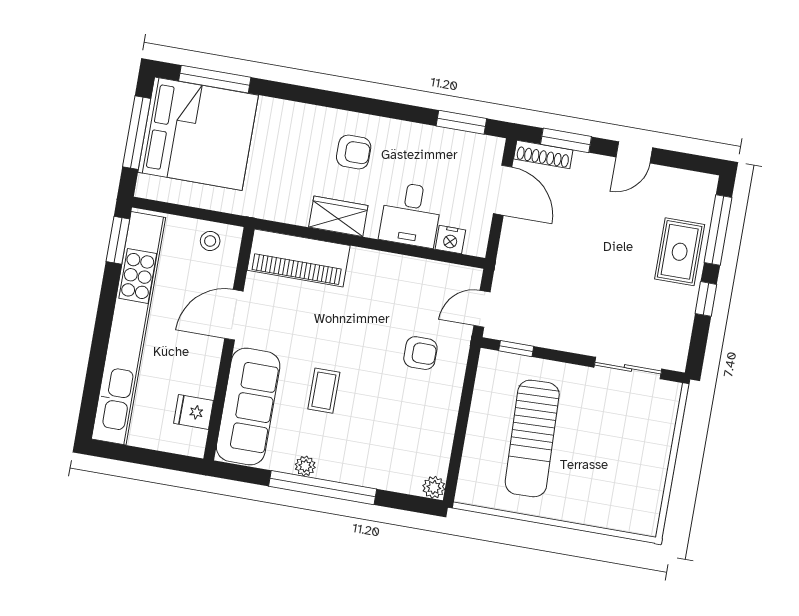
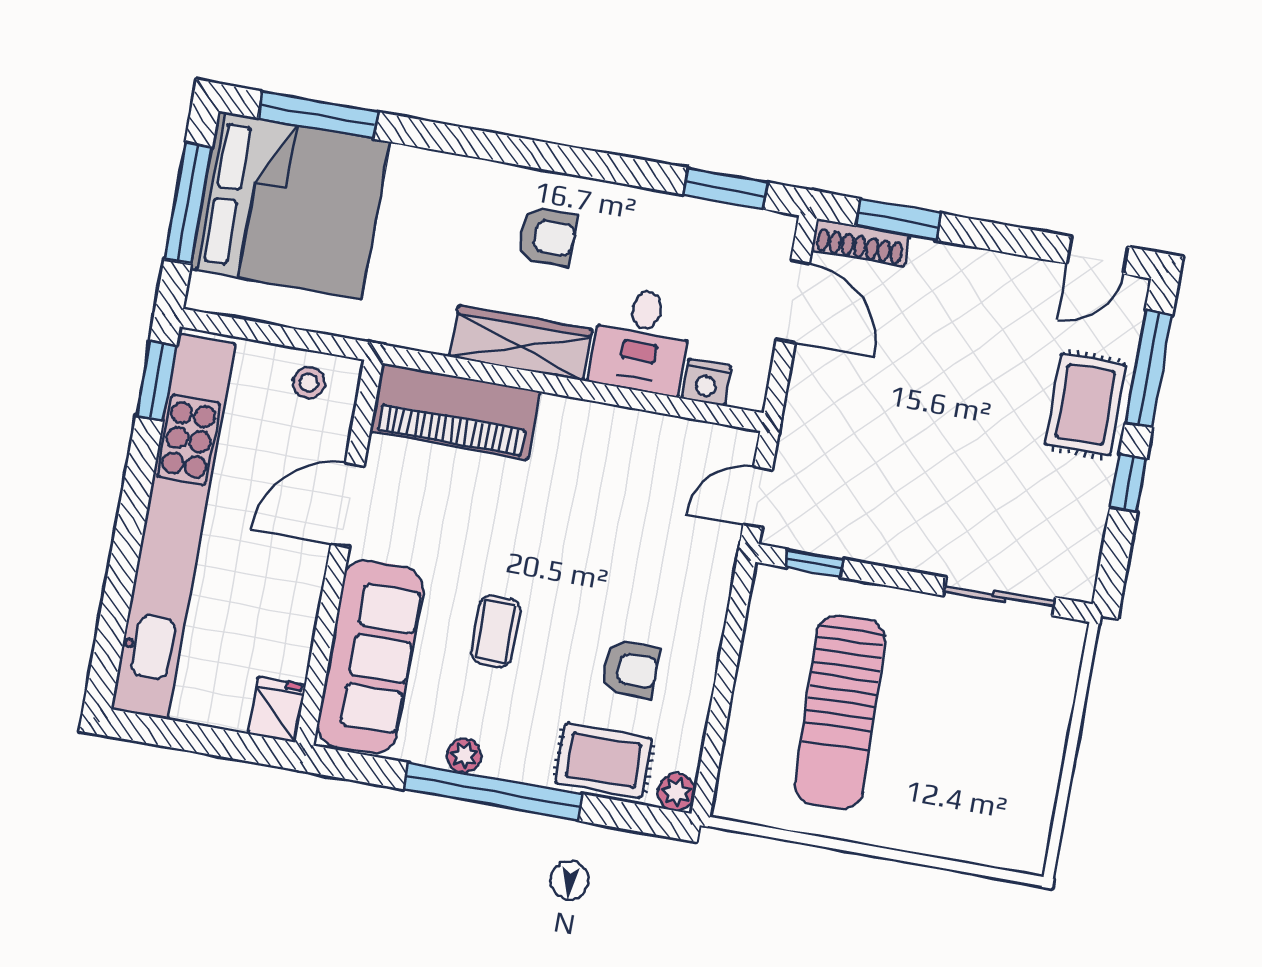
door: (634, 152) -> (1098, 255), moved
wardrobe: (338, 216) -> (521, 343), width x1.50
armchair: (420, 353) -> (630, 669), moved
fridge: (194, 412) -> (277, 709), moved, turned 90
rug: (390, 468) -> (604, 760), added

